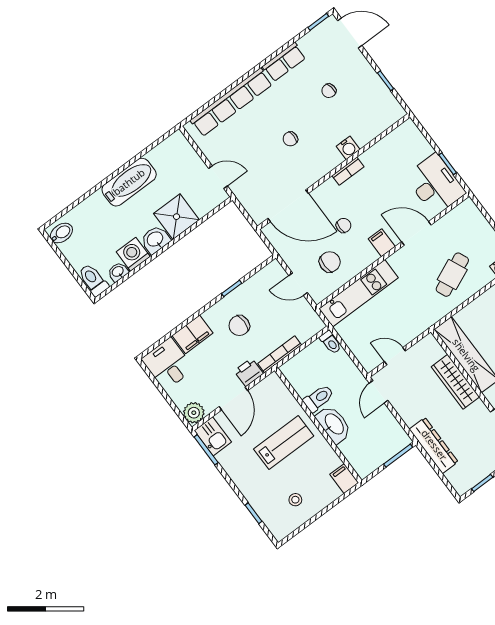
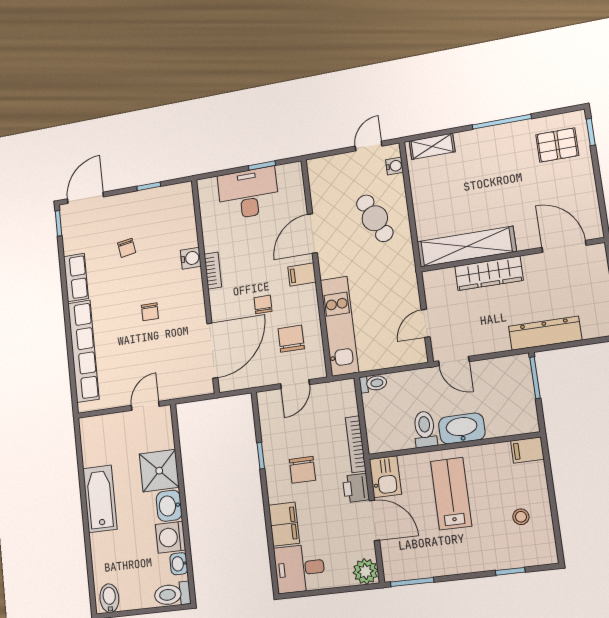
desk: (435, 184) -> (248, 193), moved
kitchen sink: (213, 436) -> (385, 477), moved, turned 90

